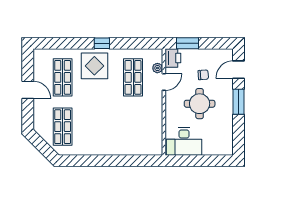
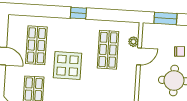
printer: (173, 58) -> (150, 32), removed
display table: (94, 66) -> (68, 65), moved

